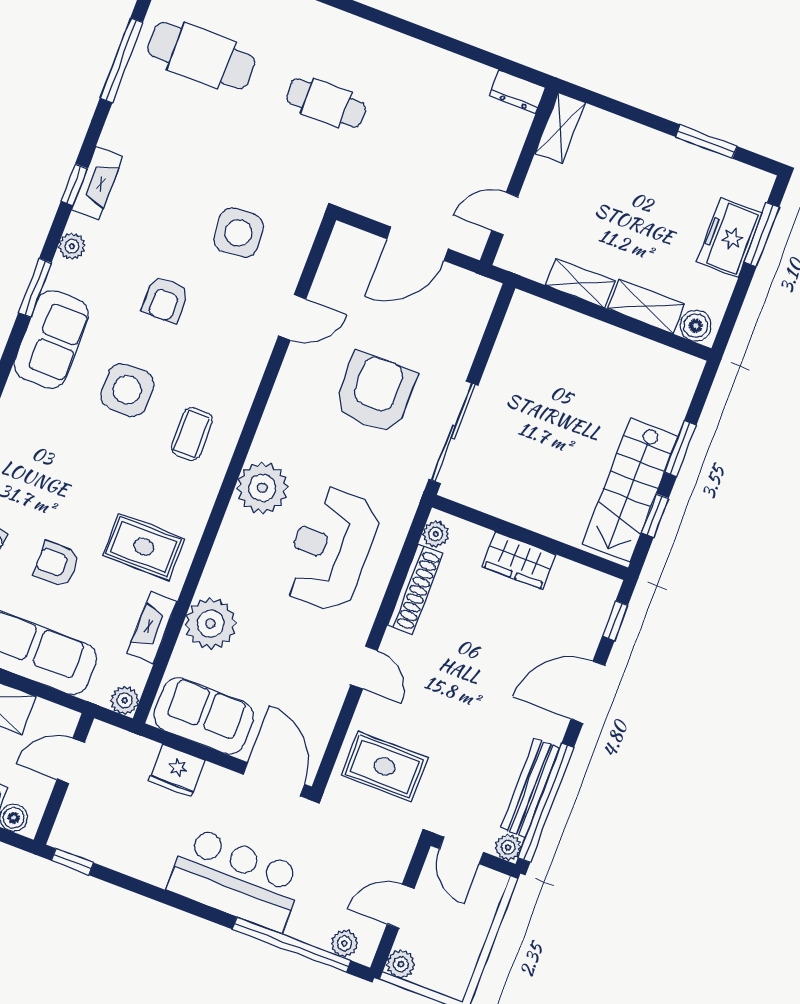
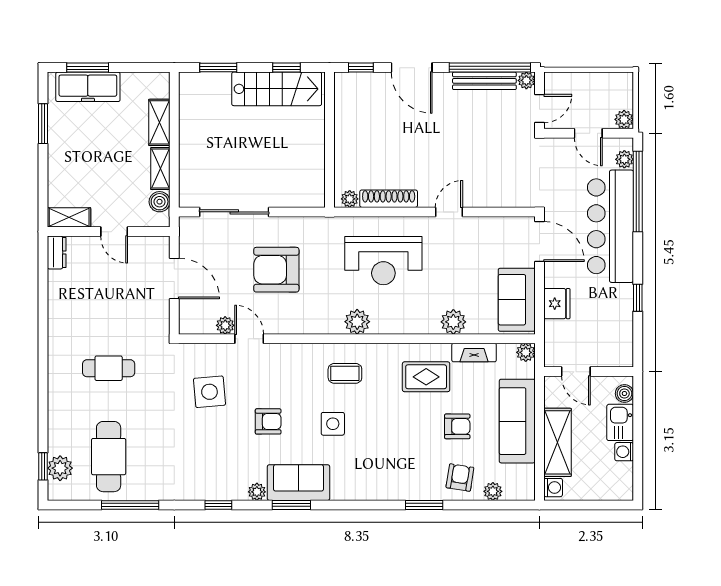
cafe table: (326, 103) -> (109, 368), turned 90
fireplace: (97, 183) -> (212, 491), removed
door: (505, 214) -> (114, 232), moved
freezer: (729, 238) -> (88, 87), width x1.40
plant: (324, 291) -> (225, 325), added
boiler: (696, 326) -> (160, 202), moved
sofa: (51, 339) -> (298, 483), moved
side table: (127, 390) -> (333, 424), width x0.73, depth x0.73
sliding door: (453, 432) -> (234, 212), moved
window: (680, 449) -> (218, 68), moved
plant: (262, 488) -> (357, 322), width x0.73, depth x0.73
rug: (144, 547) -> (426, 377), turned 90
wardrobe: (519, 560) -> (346, 141), removed
armchair: (57, 564) -> (457, 426), turned -90
plant: (211, 623) -> (453, 322), width x0.73, depth x0.73
rug: (385, 767) -> (506, 176), removed
door: (274, 779) -> (539, 242), swing flipped
window: (72, 862) -> (638, 298), moved
bar counter: (236, 880) -> (610, 226), width x1.36

